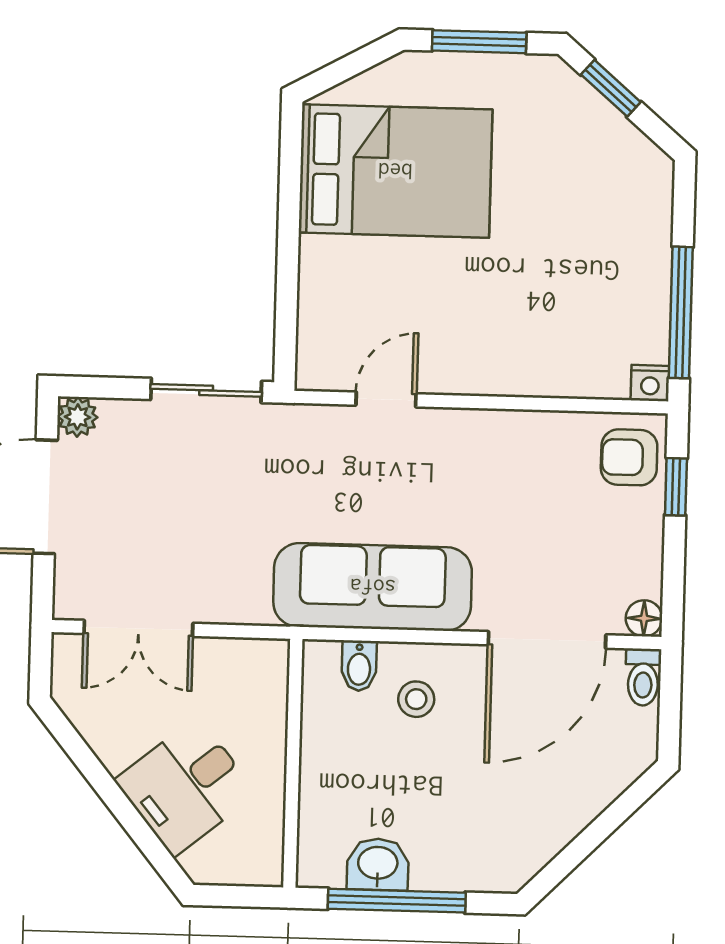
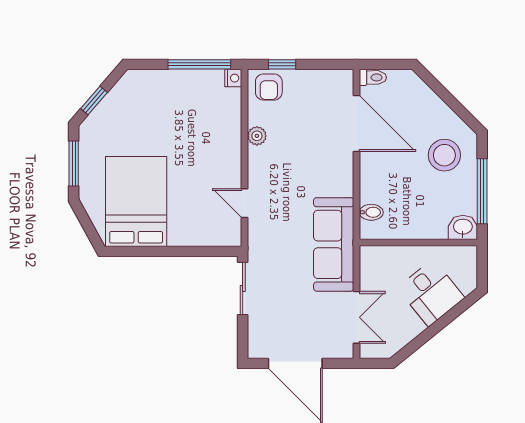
plant: (78, 417) -> (257, 136), moved
sofa: (373, 587) -> (334, 244), moved
floor lamp: (644, 618) -> (345, 78), removed
stool: (416, 699) -> (444, 155), moved, width x1.89, depth x1.89
washbasin: (378, 864) -> (463, 227), moved, turned 90

